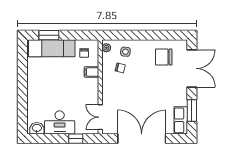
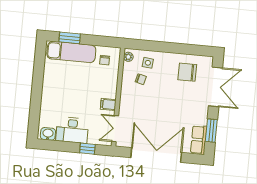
filing cabinet: (91, 72) -> (108, 104), moved

